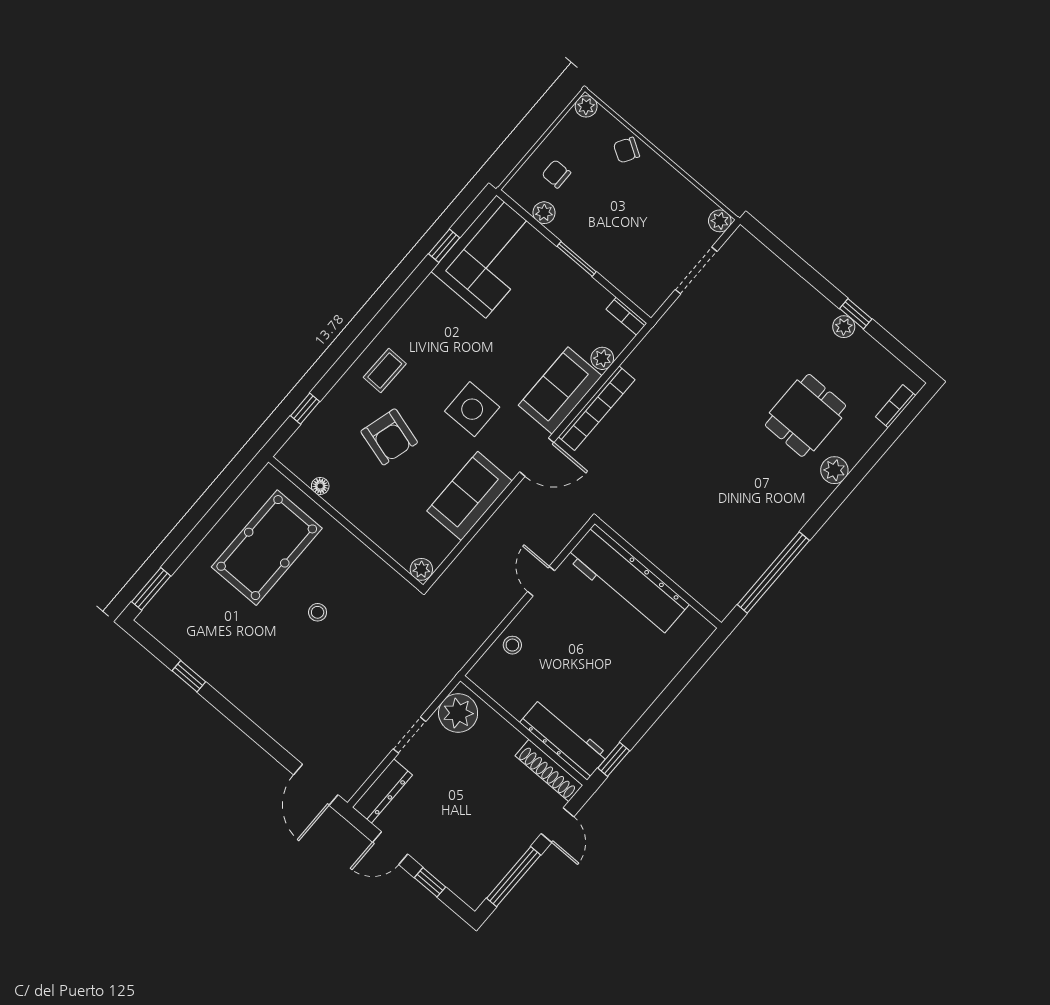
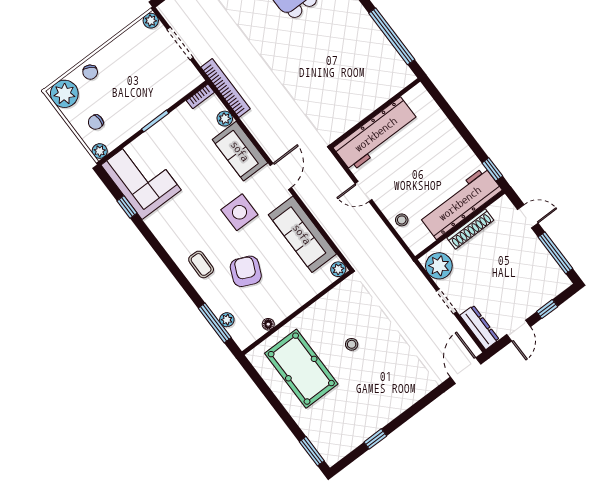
plant: (586, 106) -> (64, 94), width x1.87, depth x1.87
plant: (544, 213) -> (100, 151), moved
bookcase: (597, 408) -> (226, 88), moved
window: (305, 409) -> (215, 323), width x2.17
plant: (313, 425) -> (227, 320), added
armchair: (389, 437) -> (246, 271), turned -82
sofa: (470, 496) -> (302, 234), width x1.36
workbench: (564, 739) -> (460, 203), width x1.36, depth x1.32
shoe rack: (549, 771) -> (470, 229), moved
door: (316, 785) -> (466, 371), swing flipped

